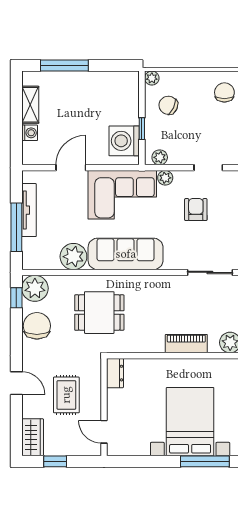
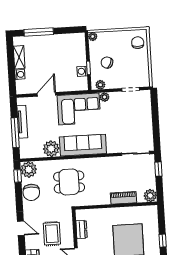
chair: (168, 105) -> (107, 63), moved
washing machine: (124, 141) -> (82, 71), width x0.53, depth x0.53
armchair: (196, 210) -> (124, 115), removed
chair: (37, 326) -> (31, 192), turned 180
dresser: (115, 373) -> (82, 229), moved

